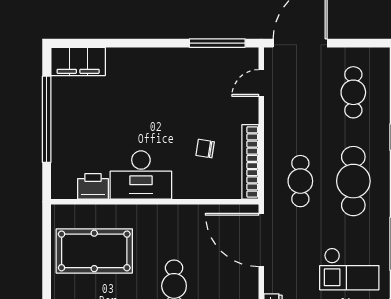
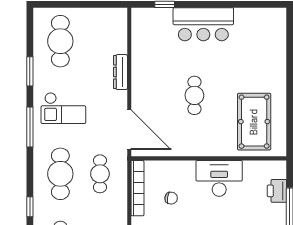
printer: (93, 186) -> (277, 191), moved, turned 90
pool table: (94, 251) -> (254, 122), turned 90
checkout: (349, 269) -> (63, 108), turned 180

